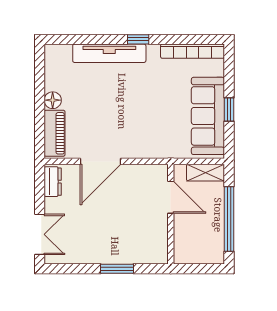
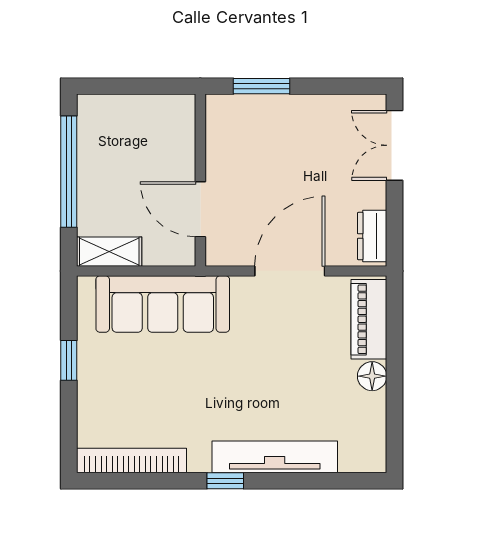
sofa: (208, 116) -> (163, 304), moved, turned 90
door: (171, 197) -> (200, 209), moved
wall: (171, 214) -> (200, 180), moved

